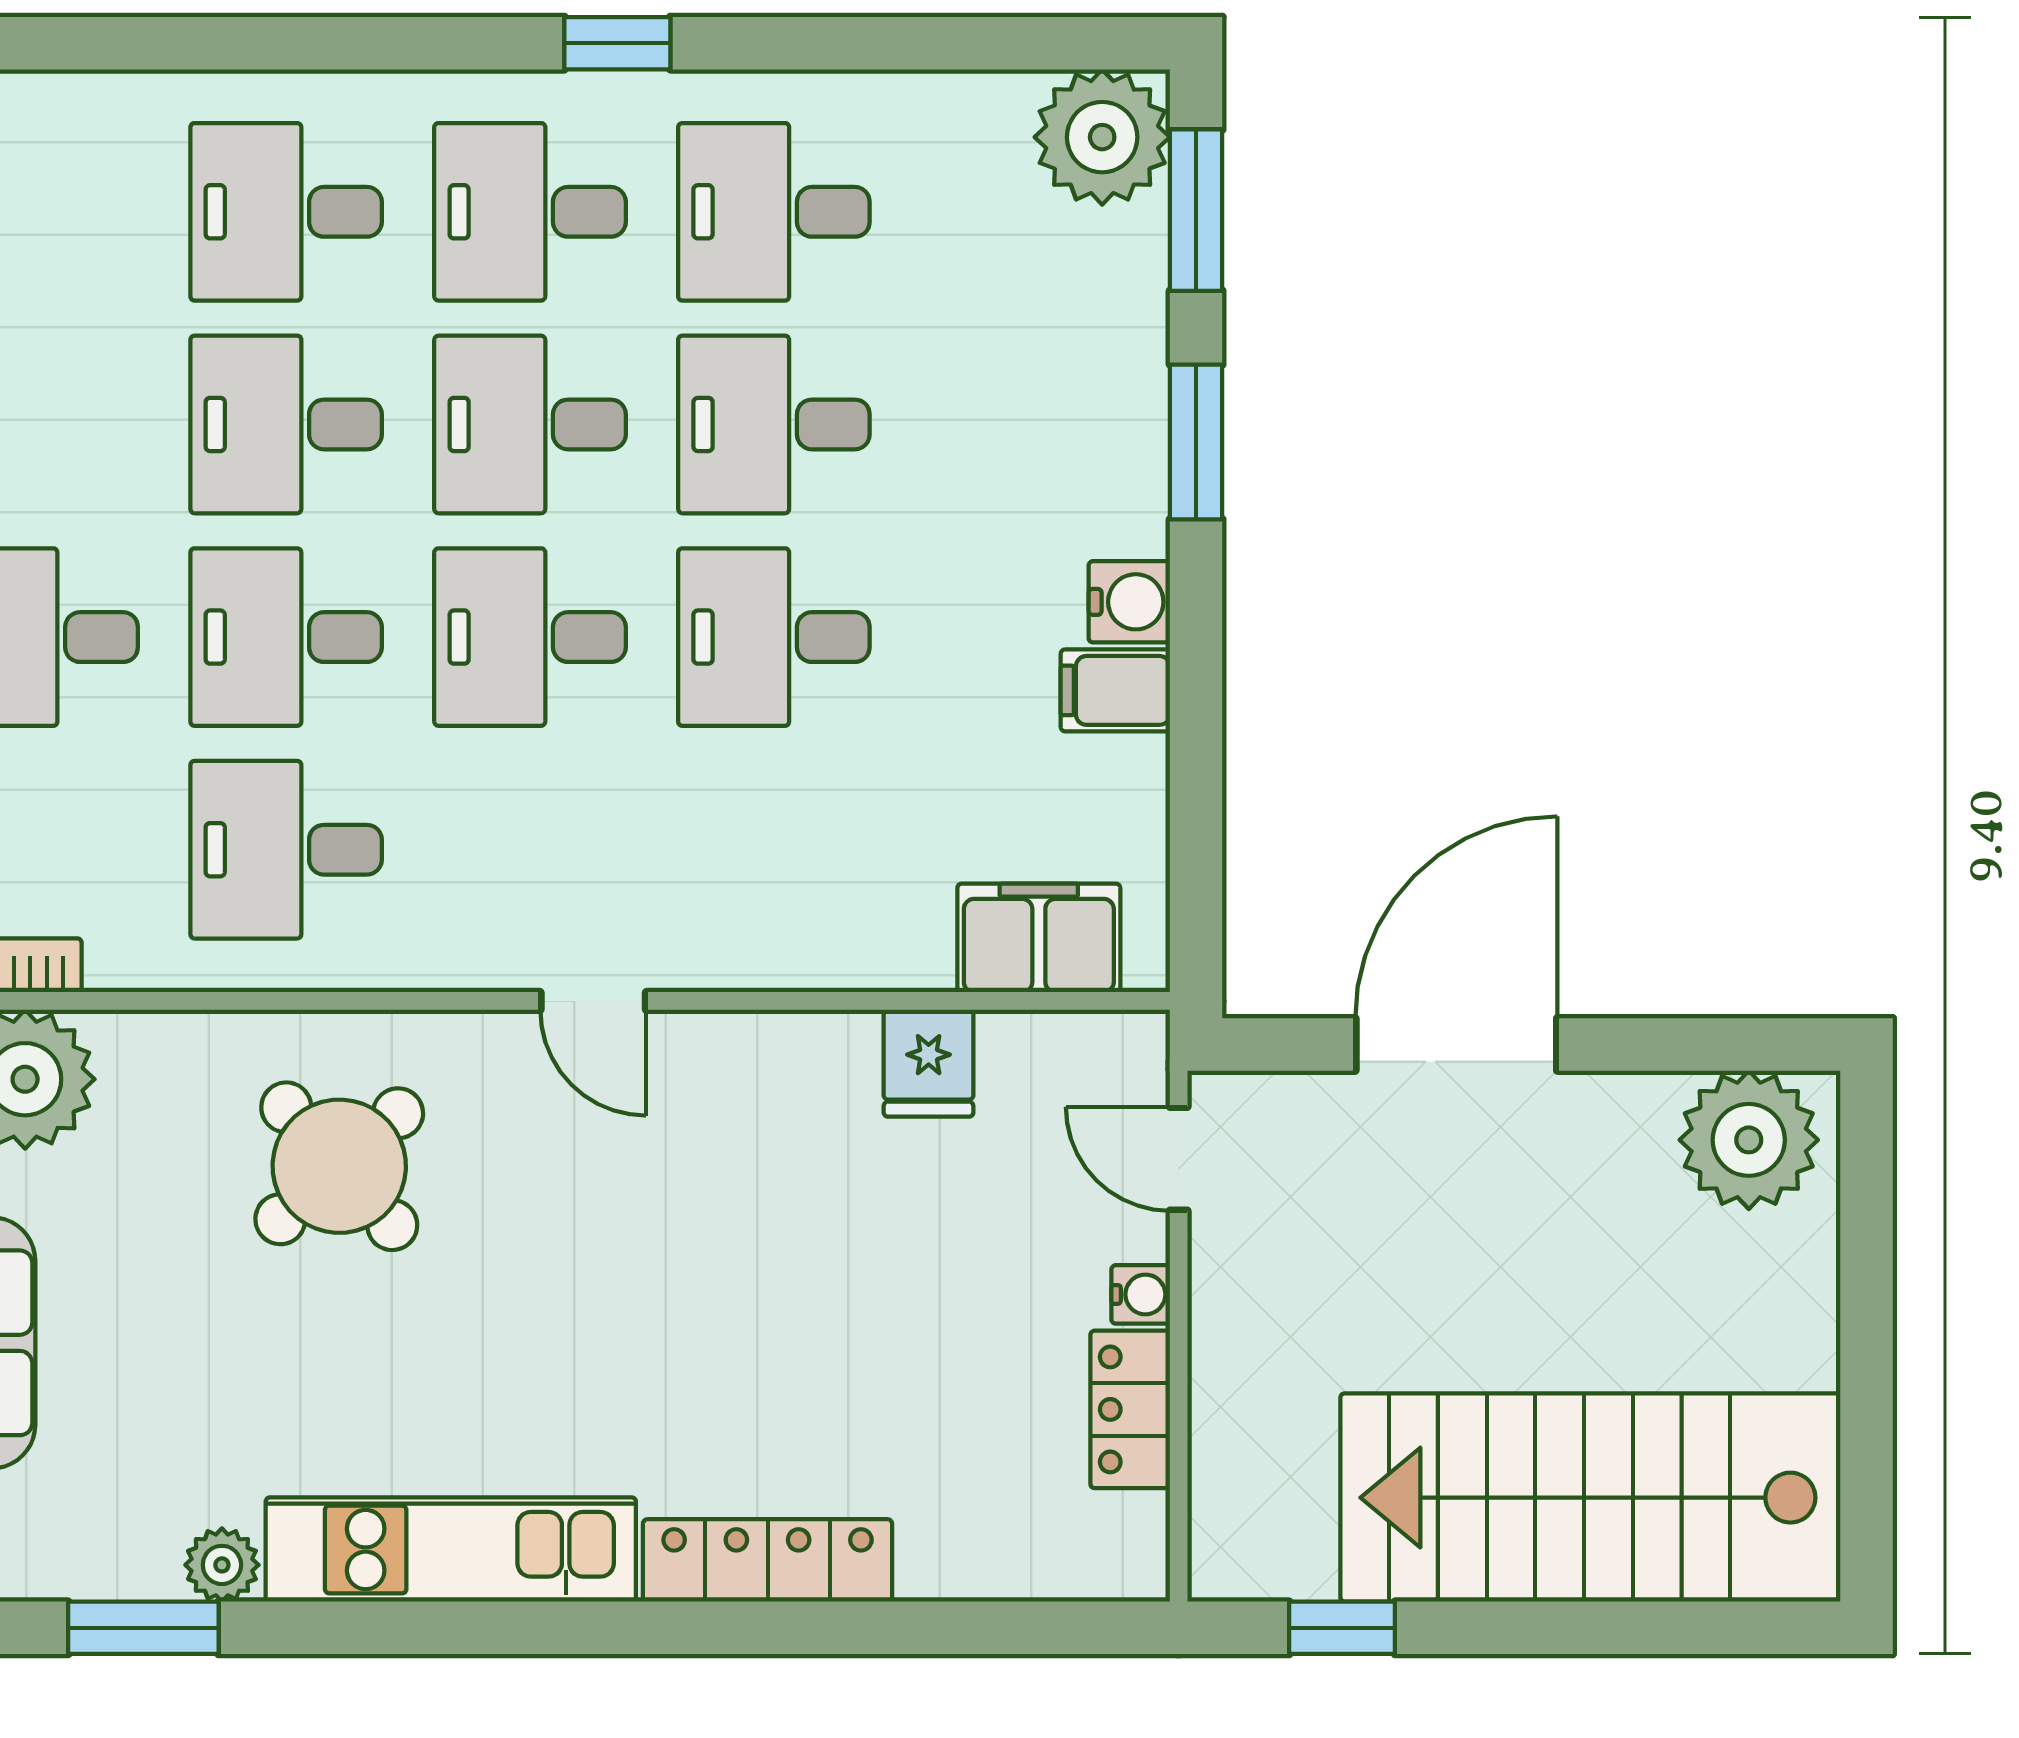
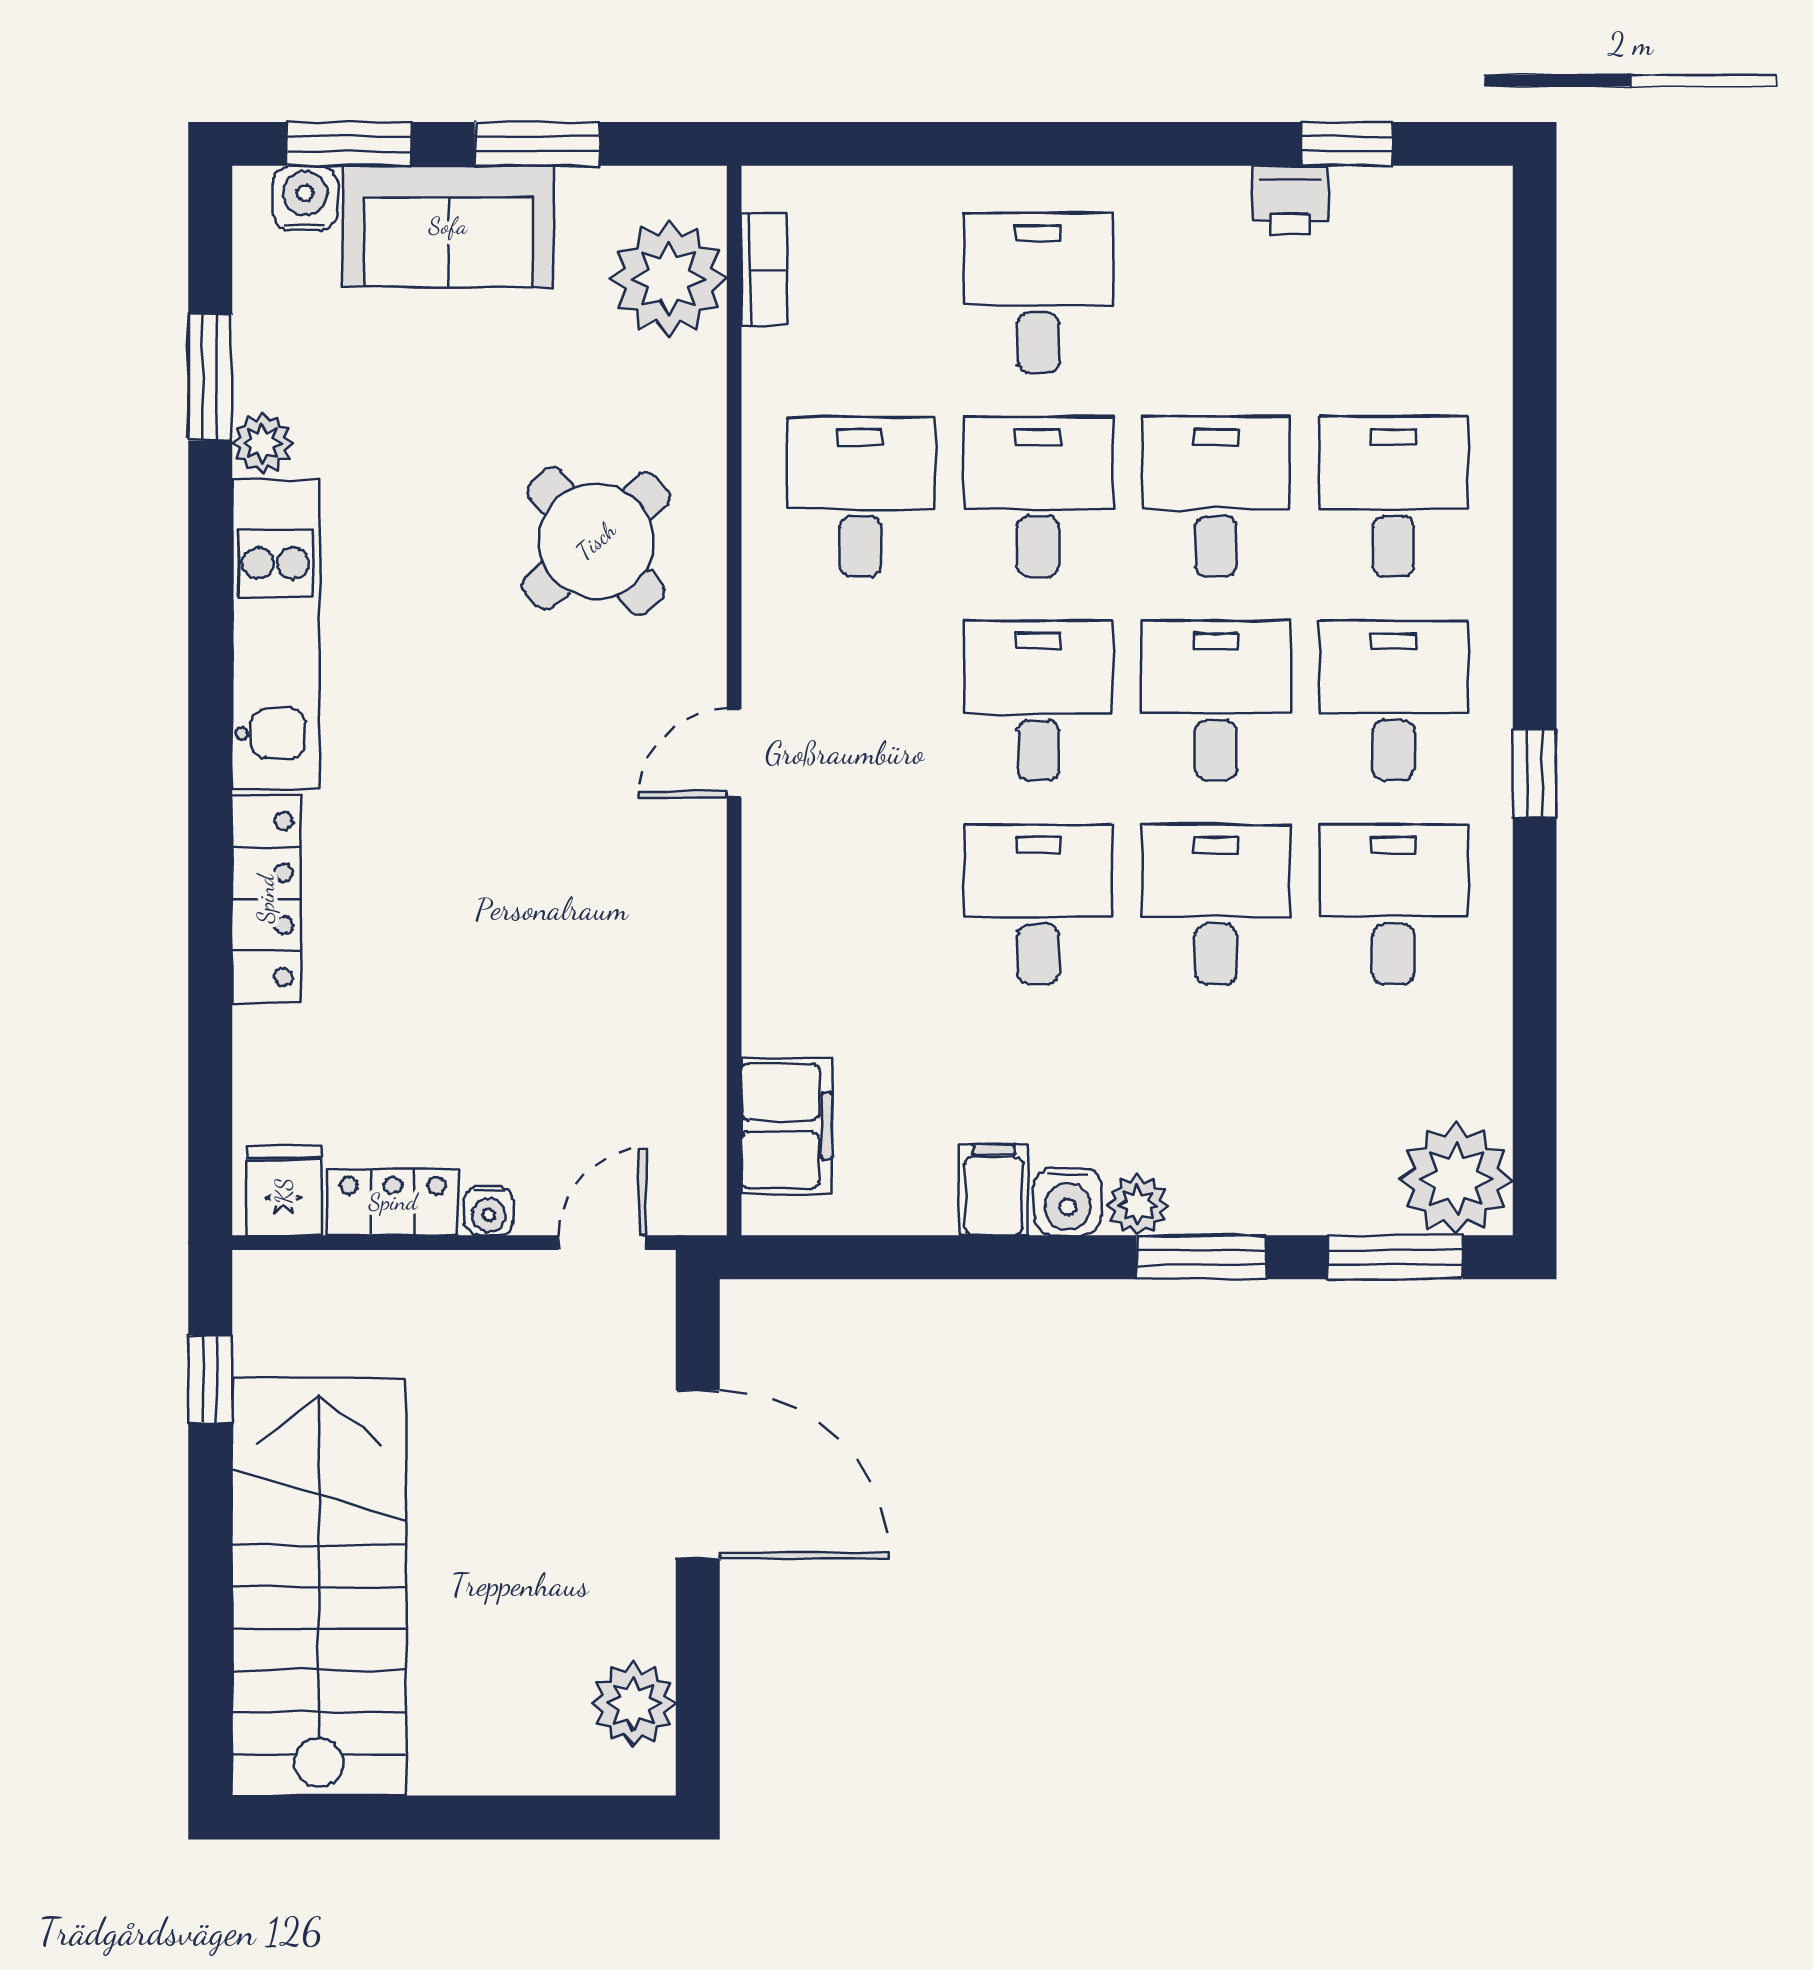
plant: (1134, 518) -> (1138, 1205), added
fridge: (929, 1063) -> (284, 1191), moved, turned 90
plant: (1749, 1140) -> (633, 1704), width x0.73, depth x0.73

